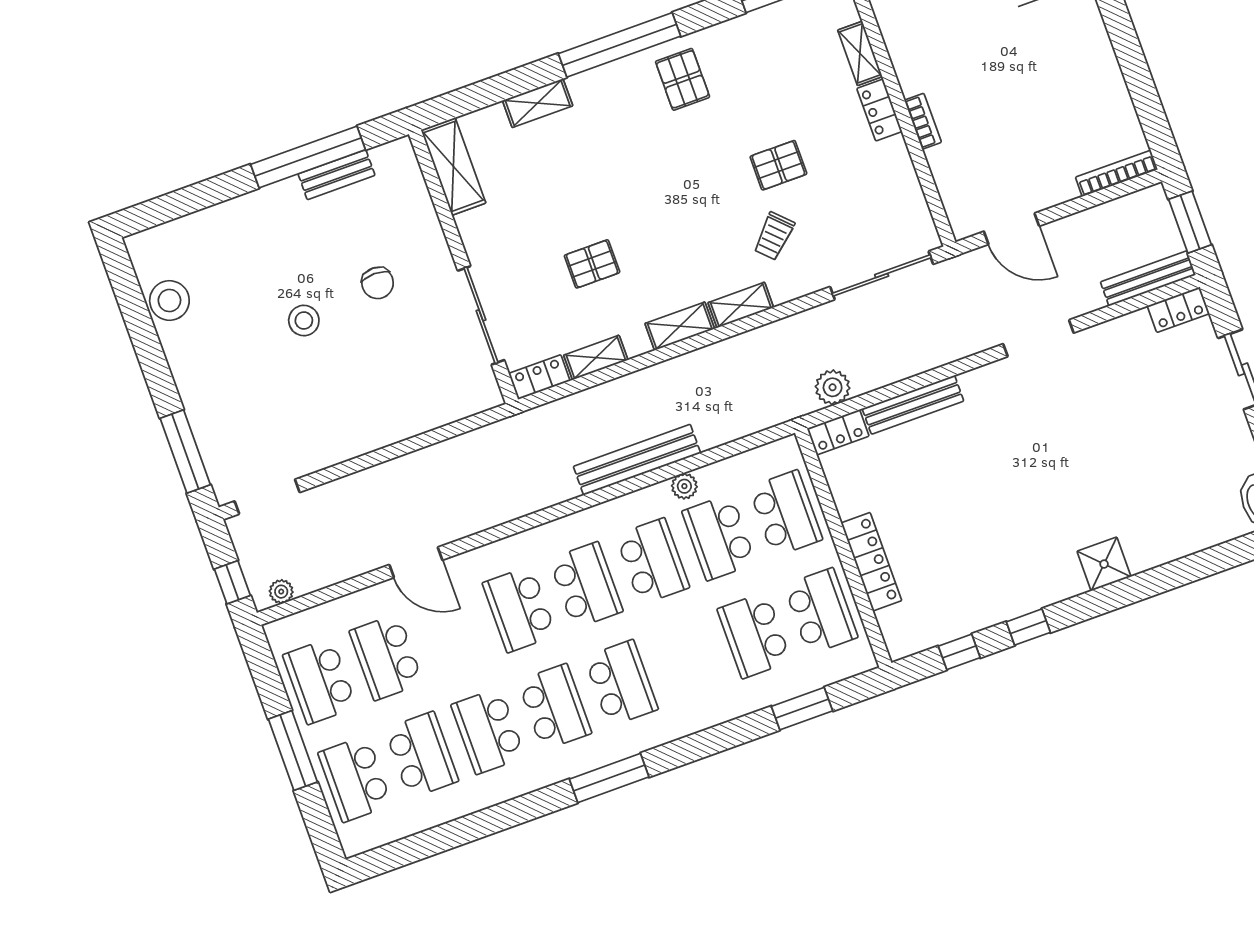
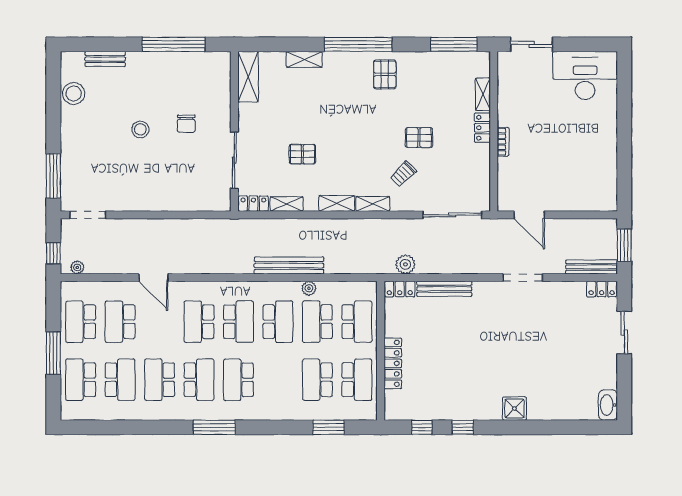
bookcase: (1117, 173) -> (595, 206), removed
bench: (337, 175) -> (105, 59), moved
school desk: (621, 683) -> (238, 380), turned 180

